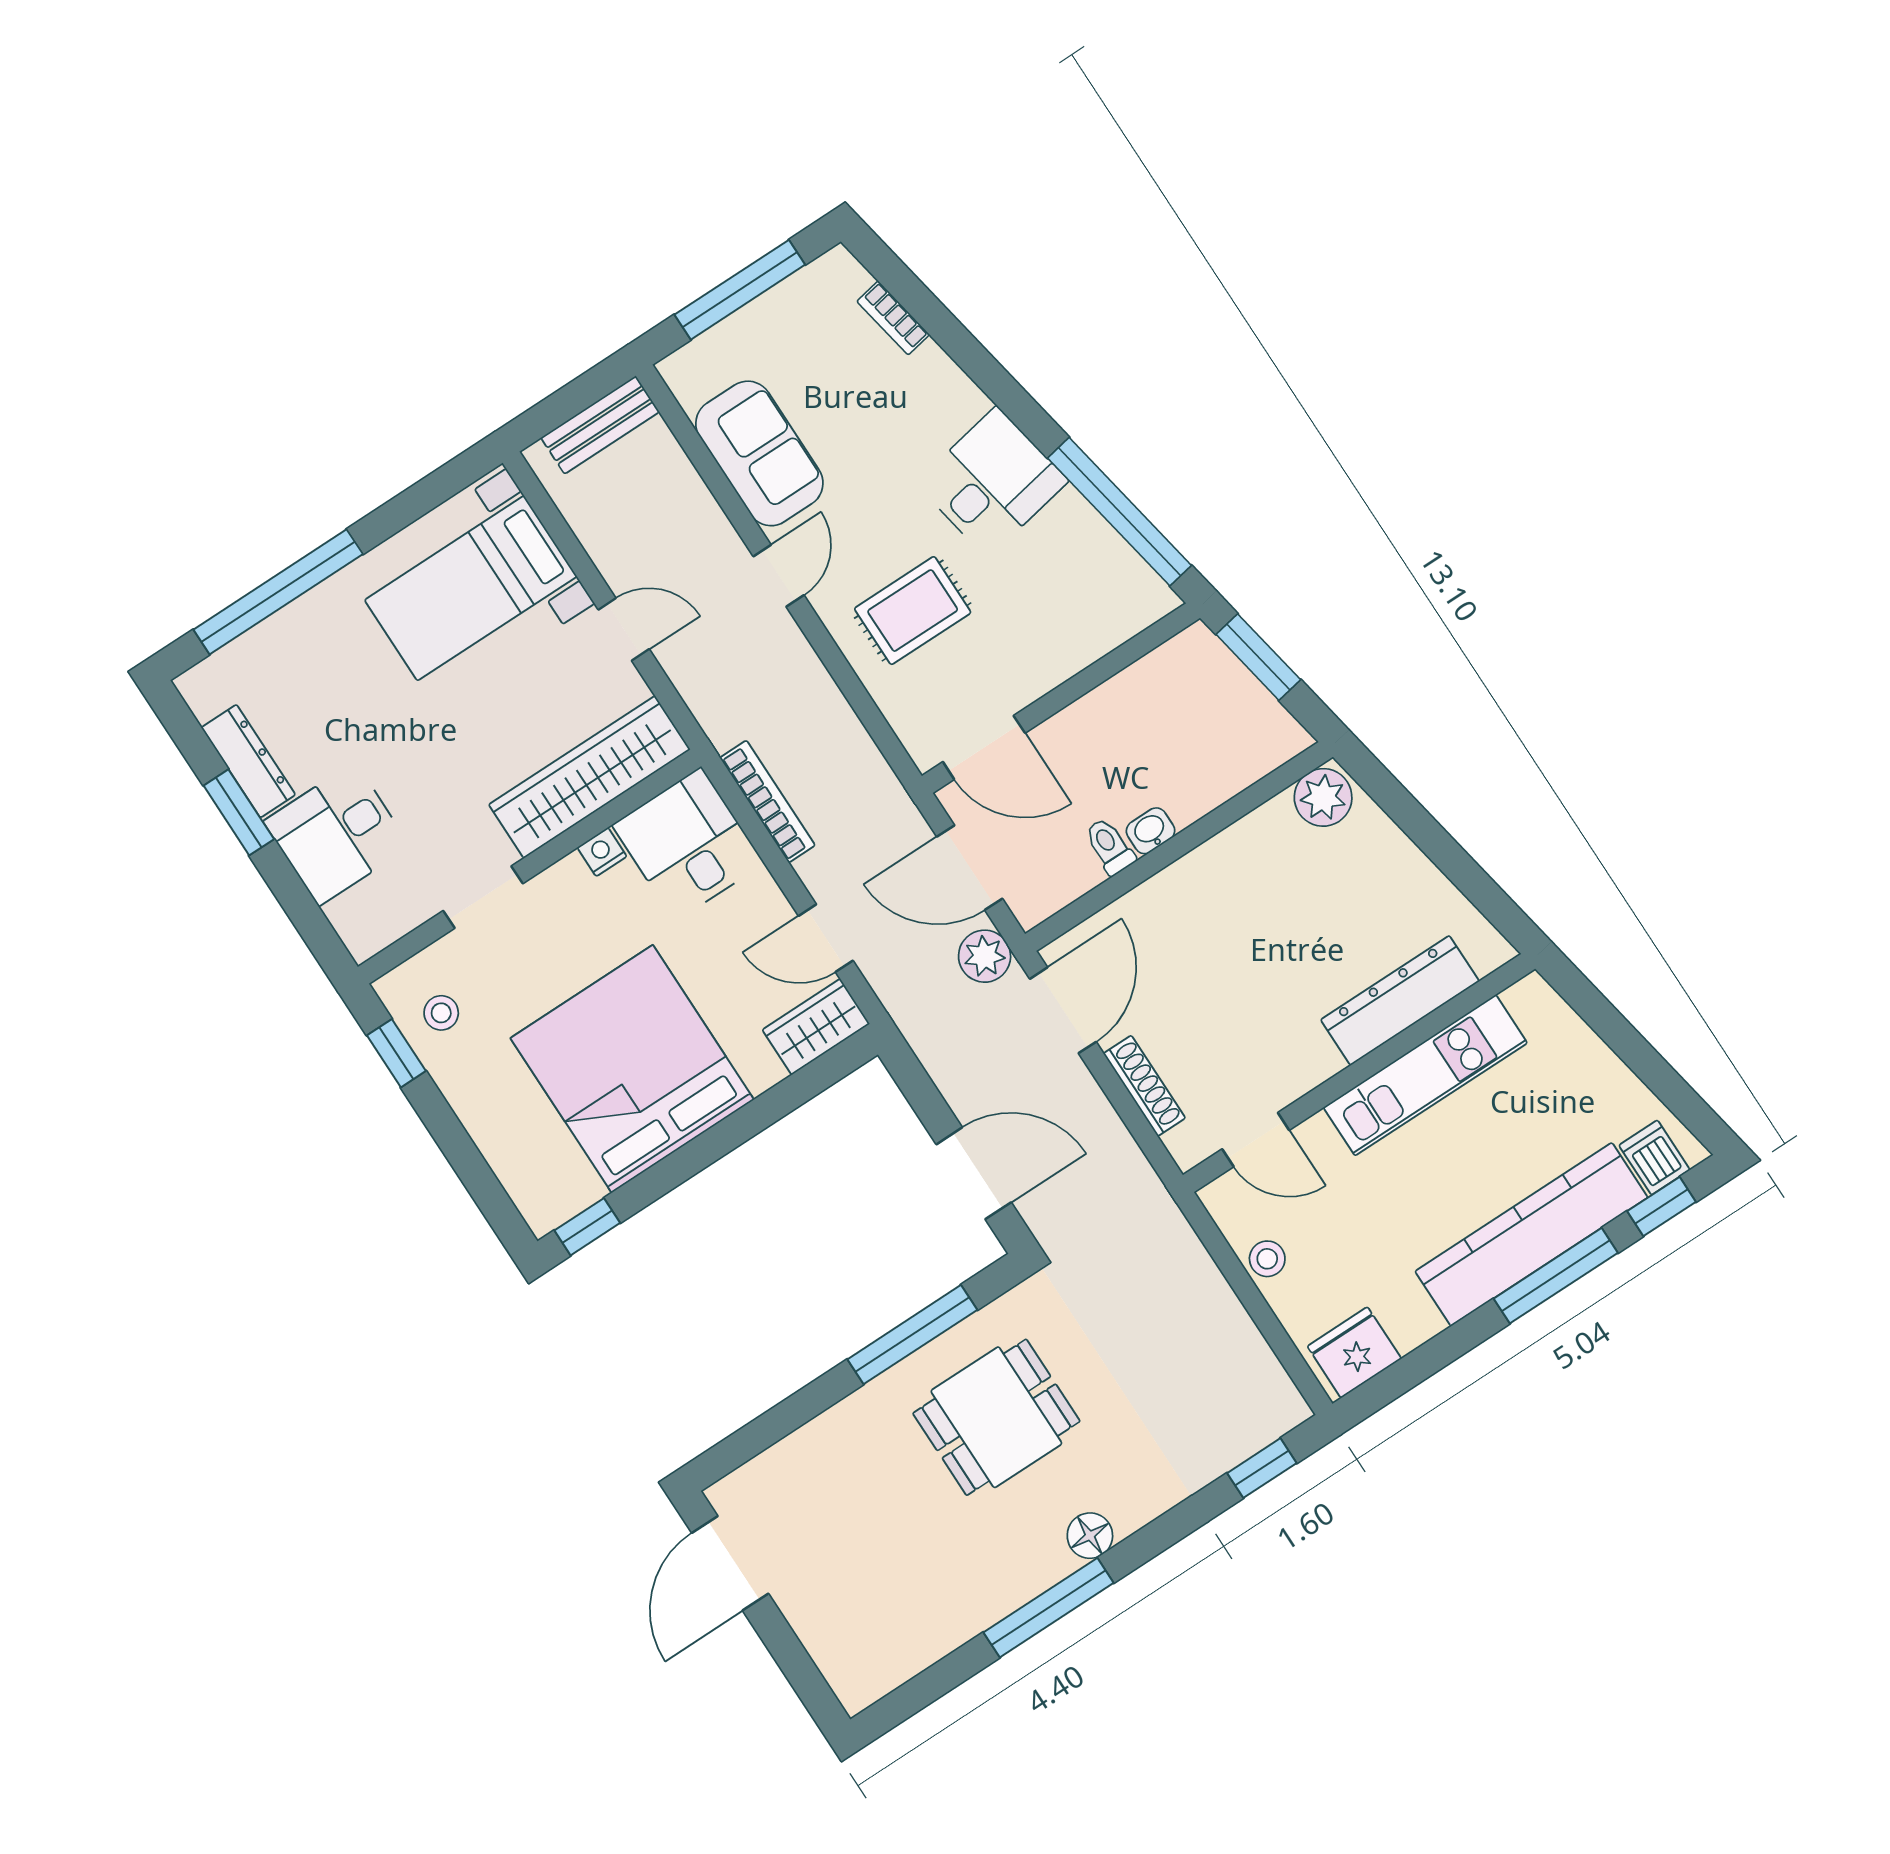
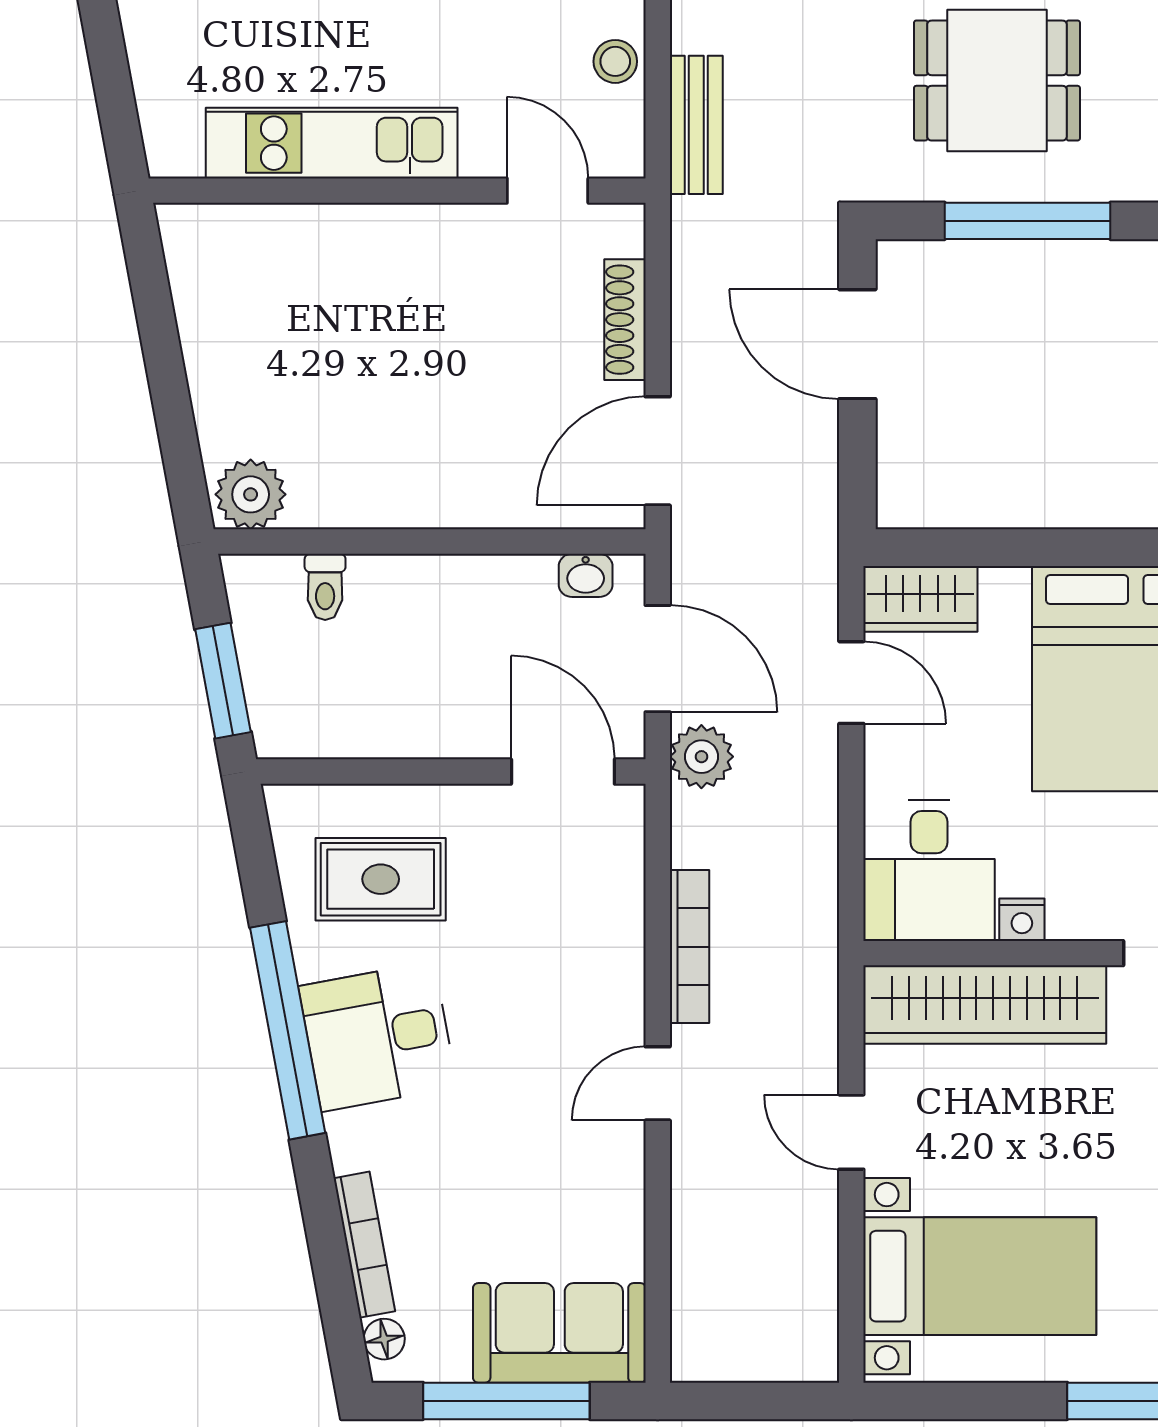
floor lamp: (852, 277) -> (384, 1339), added
bookcase: (893, 318) -> (364, 1245), width x1.56
bench: (600, 425) -> (696, 125), moved, turned 90
sofa: (759, 453) -> (559, 1333), moved, turned 90
window: (1119, 512) -> (288, 1030), moved
rug: (913, 611) -> (381, 879), moved
bookcase: (767, 802) -> (689, 947), moved, turned 180
washbasin: (1151, 831) -> (586, 575), moved
toilet: (1110, 846) -> (325, 587), moved
plant: (985, 956) -> (701, 757), moved
dresser: (1400, 1000) -> (308, 236), removed

